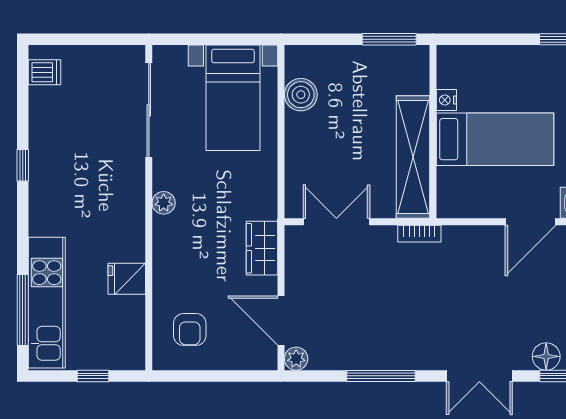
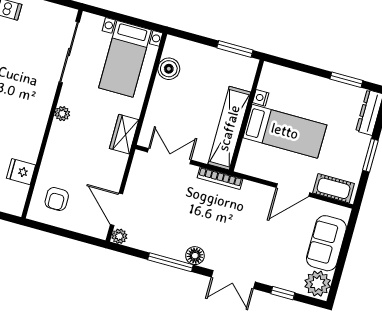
bookcase: (419, 234) -> (220, 178), width x1.56
wardrobe: (262, 248) -> (124, 134), moved
fridge: (127, 279) -> (21, 172), moved
floor lamp: (546, 356) -> (195, 256), moved

